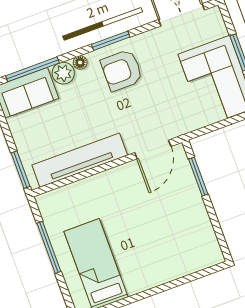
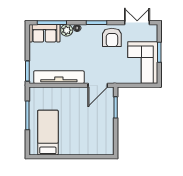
armchair: (122, 70) -> (112, 37), moved, turned -90

